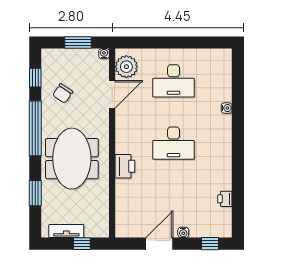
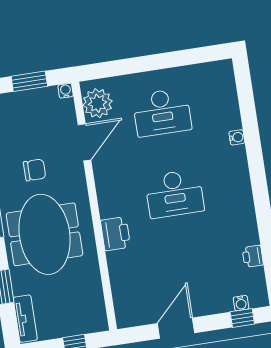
chair: (63, 93) -> (35, 170), moved, turned -124
tv unit: (66, 231) -> (25, 319), moved, turned 90
water cooler: (183, 232) -> (241, 303), moved

